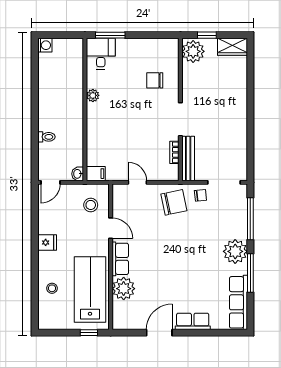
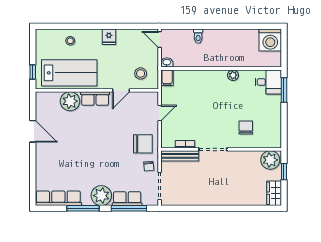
washing machine: (45, 45) -> (270, 40), width x1.89, depth x1.89
chair: (174, 202) -> (143, 144), turned -78
row of seats: (193, 321) -> (127, 199), moved, turned -90

